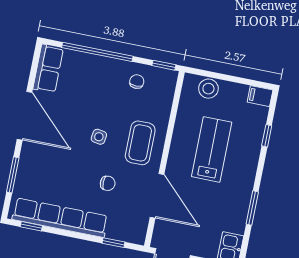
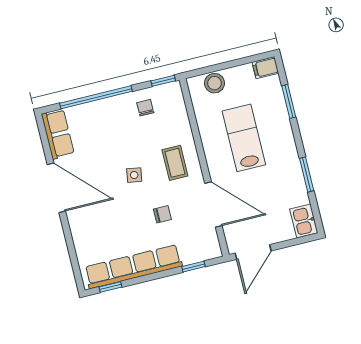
window: (267, 136) -> (289, 101), width x1.50
coffee table: (140, 143) -> (175, 163), width x0.73, depth x0.77
window: (13, 175) -> (71, 248), removed

